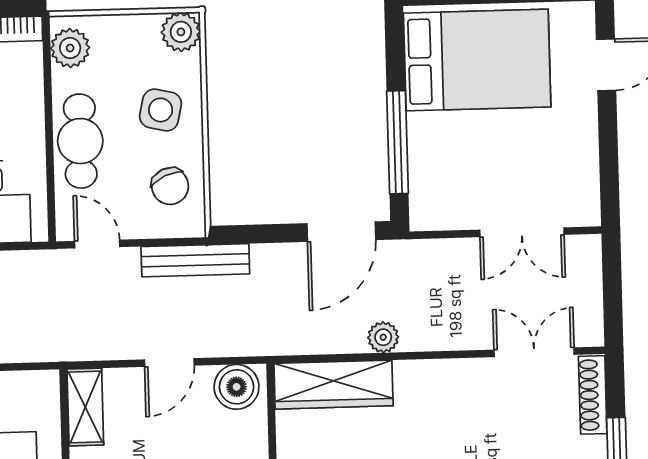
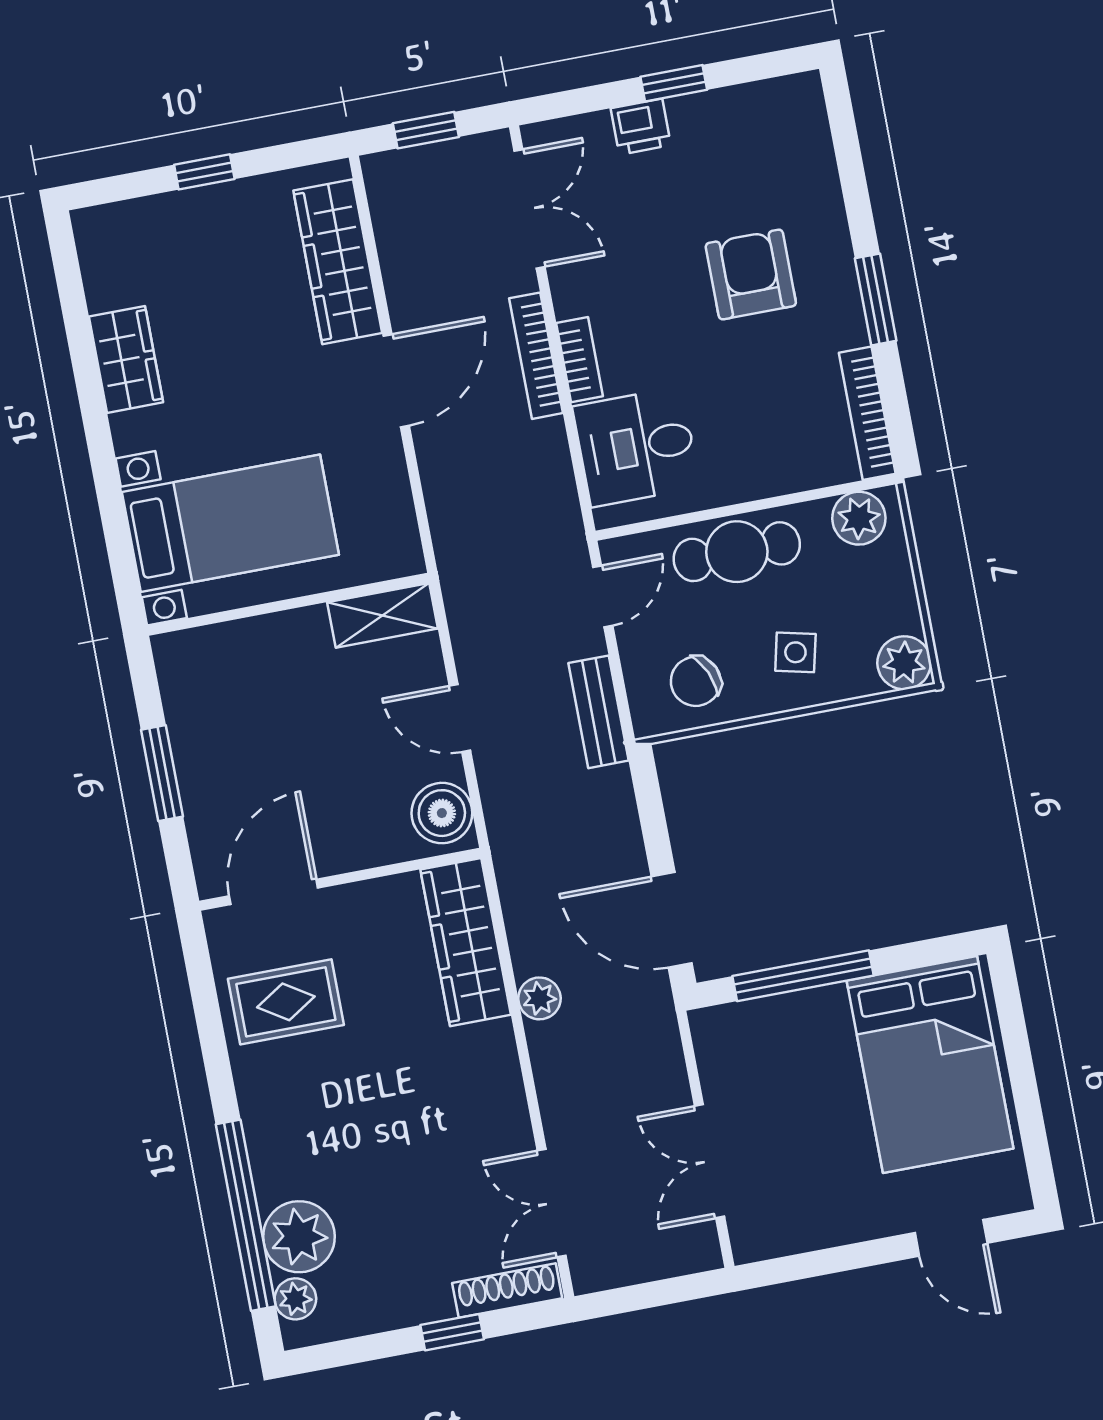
side table: (161, 110) -> (795, 652), width x0.73, depth x0.73
bench: (195, 260) -> (599, 712), width x0.73
double door: (534, 352) -> (552, 1203), swing flipped

